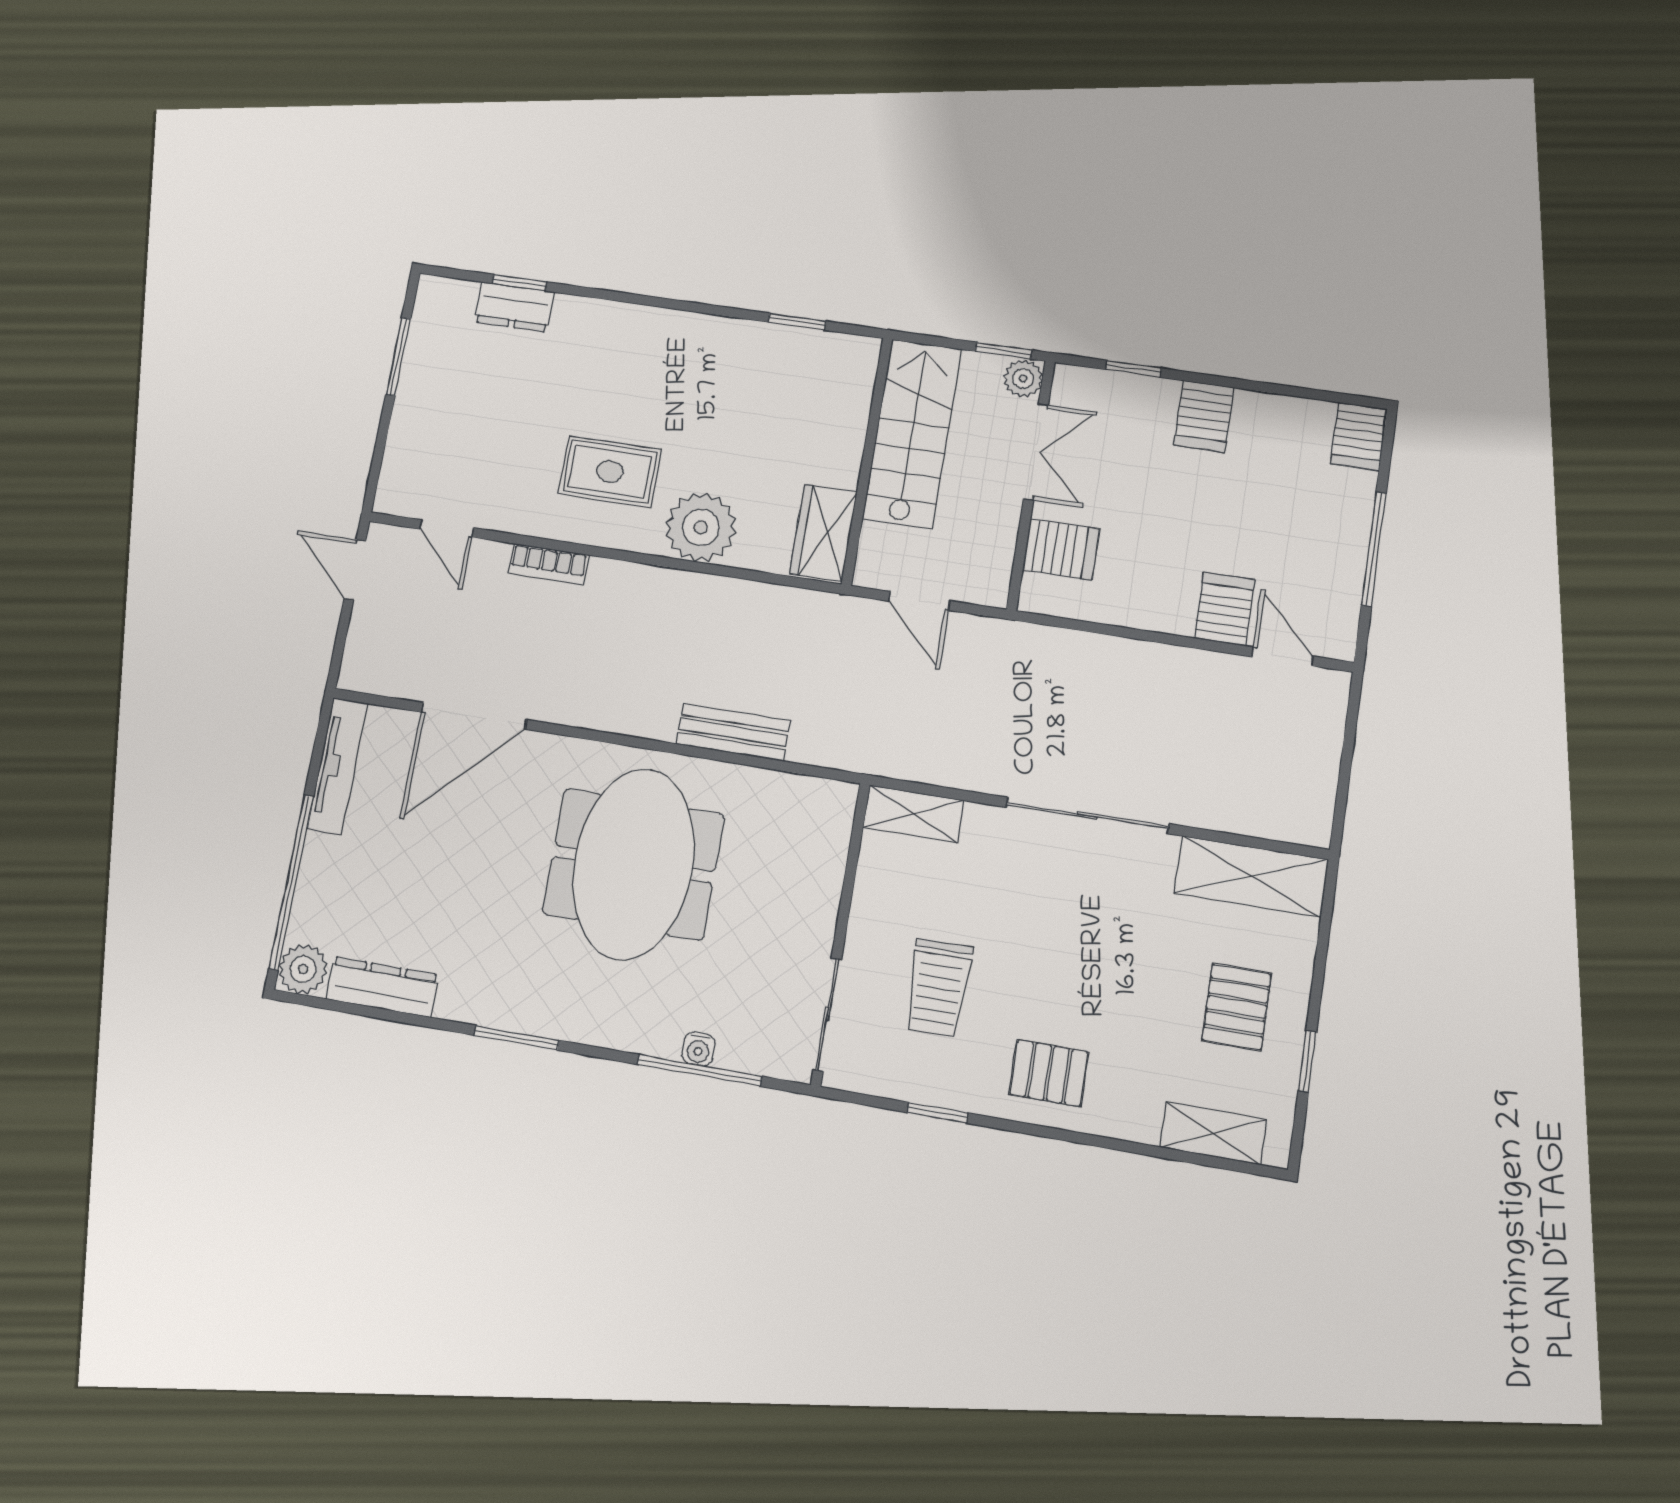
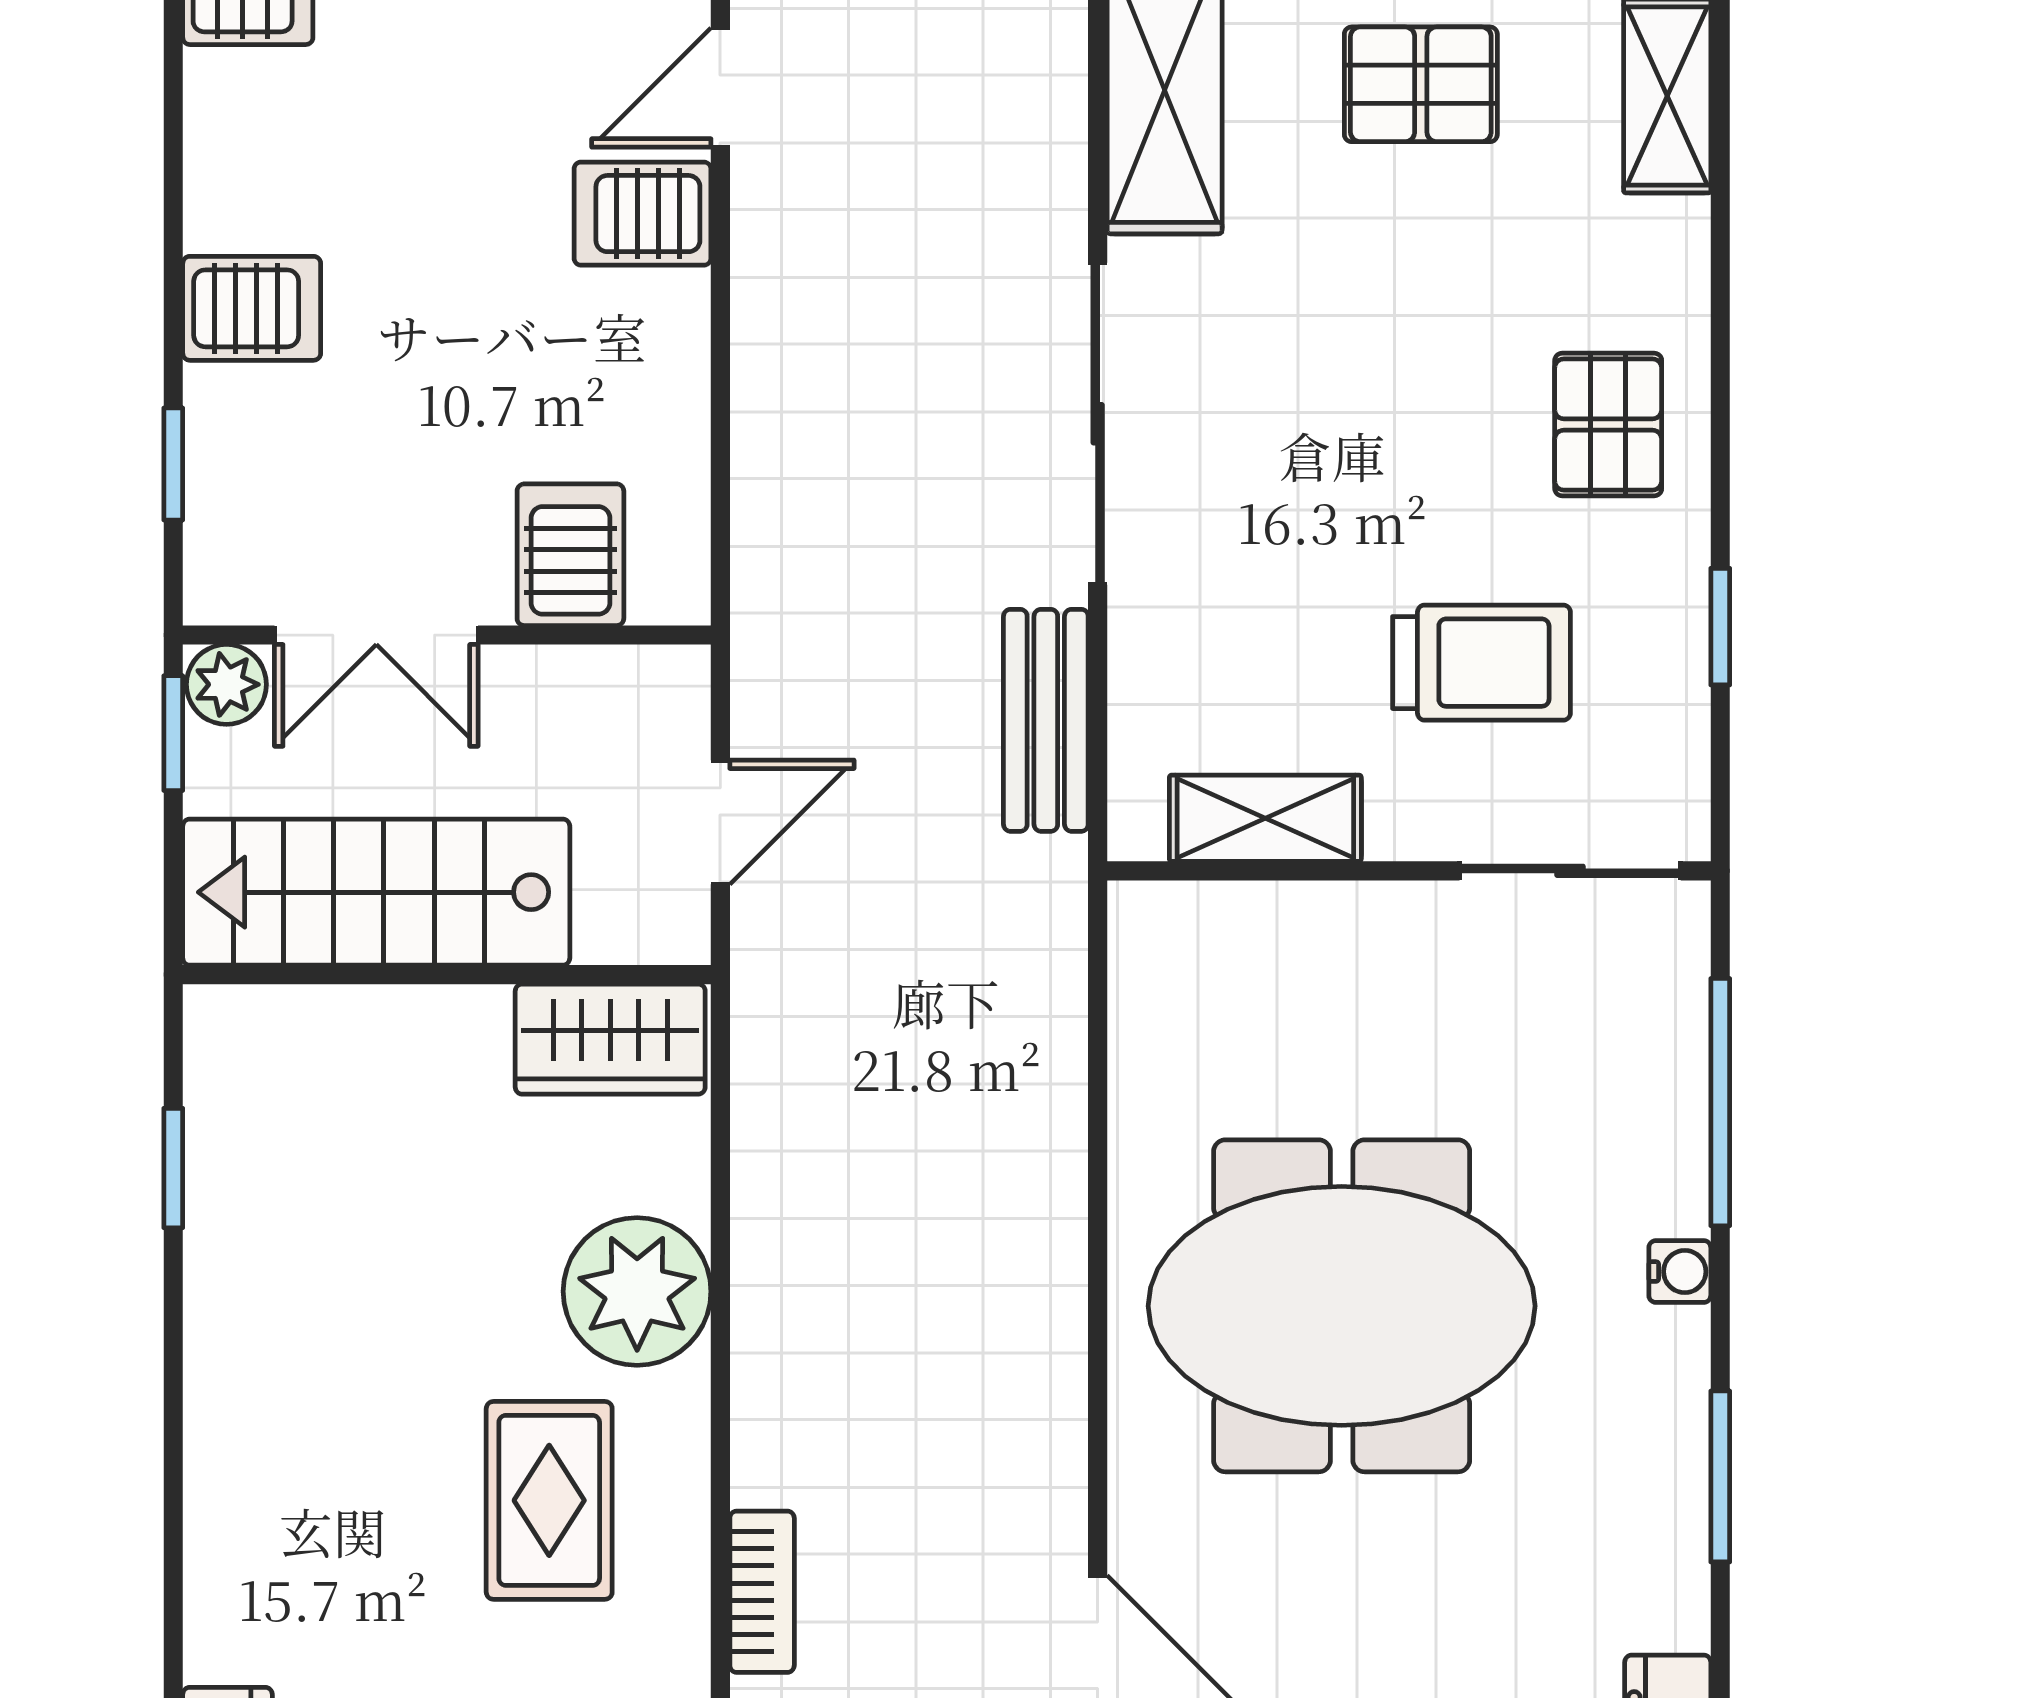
double door: (1036, 452) -> (376, 635), swing flipped
bench: (733, 732) -> (1046, 720), moved
shelving: (913, 814) -> (1265, 818), moved, turned 90
water cooler: (698, 1049) -> (1680, 1272), moved

